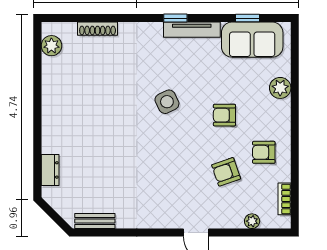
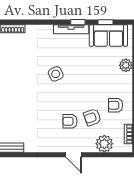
window: (175, 18) -> (78, 22), moved
armchair: (224, 115) -> (70, 121), moved
plant: (252, 221) -> (104, 144), width x1.87, depth x1.87

